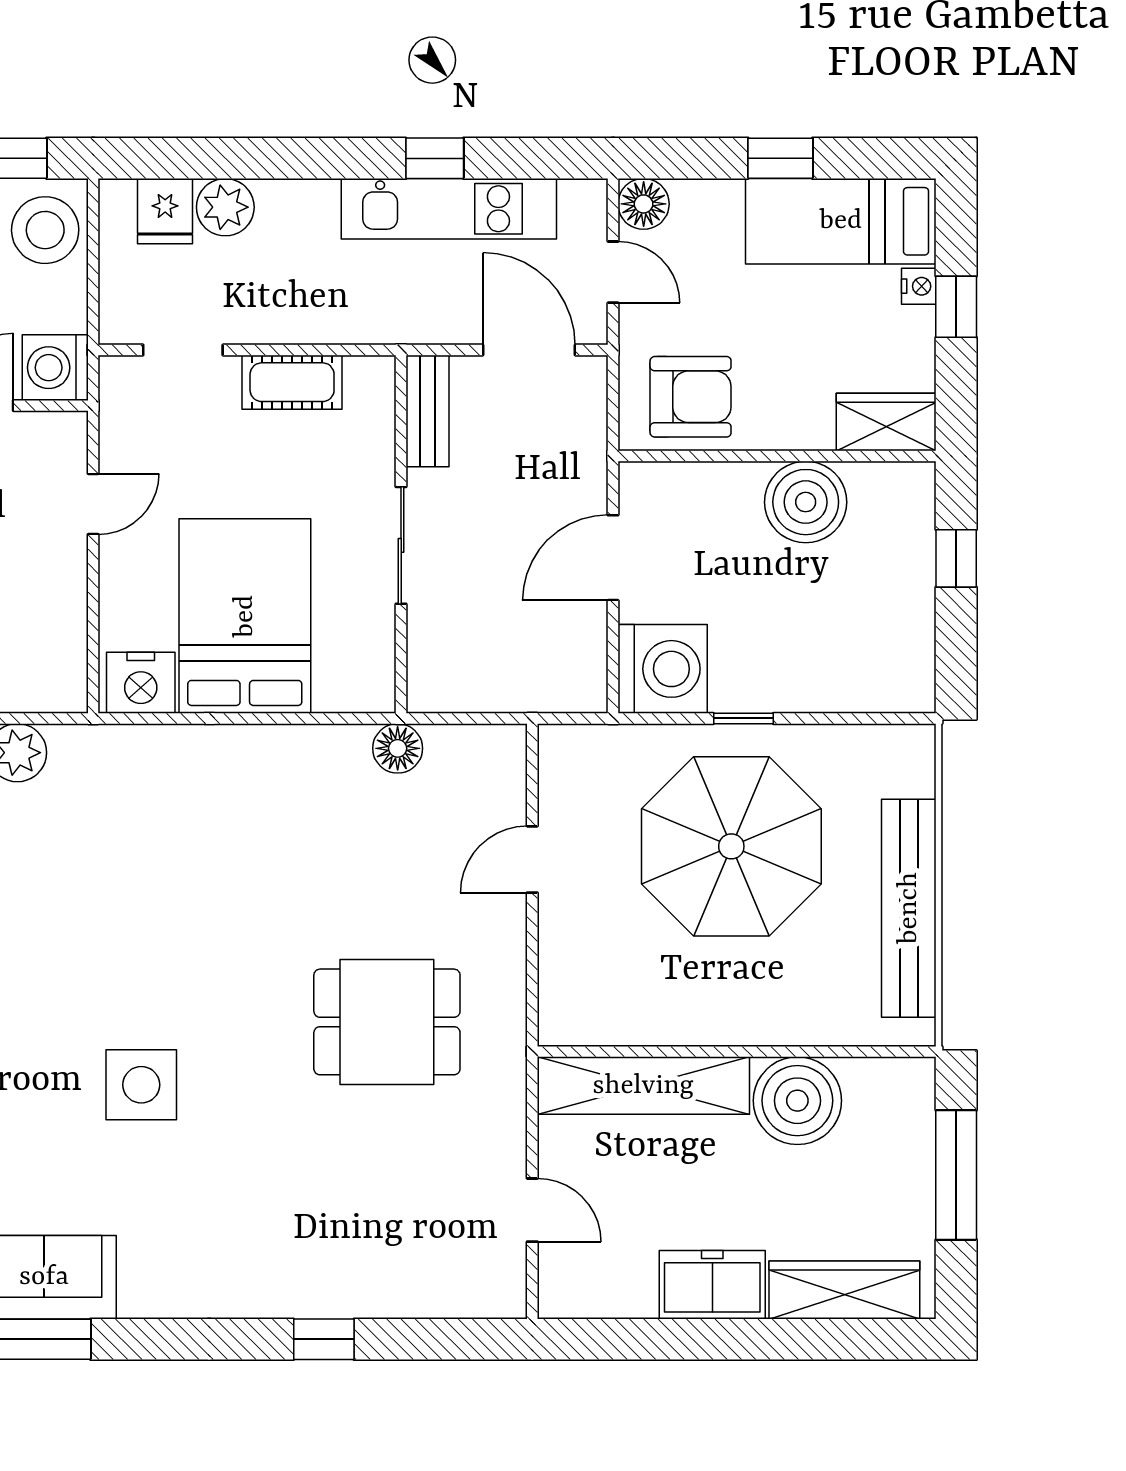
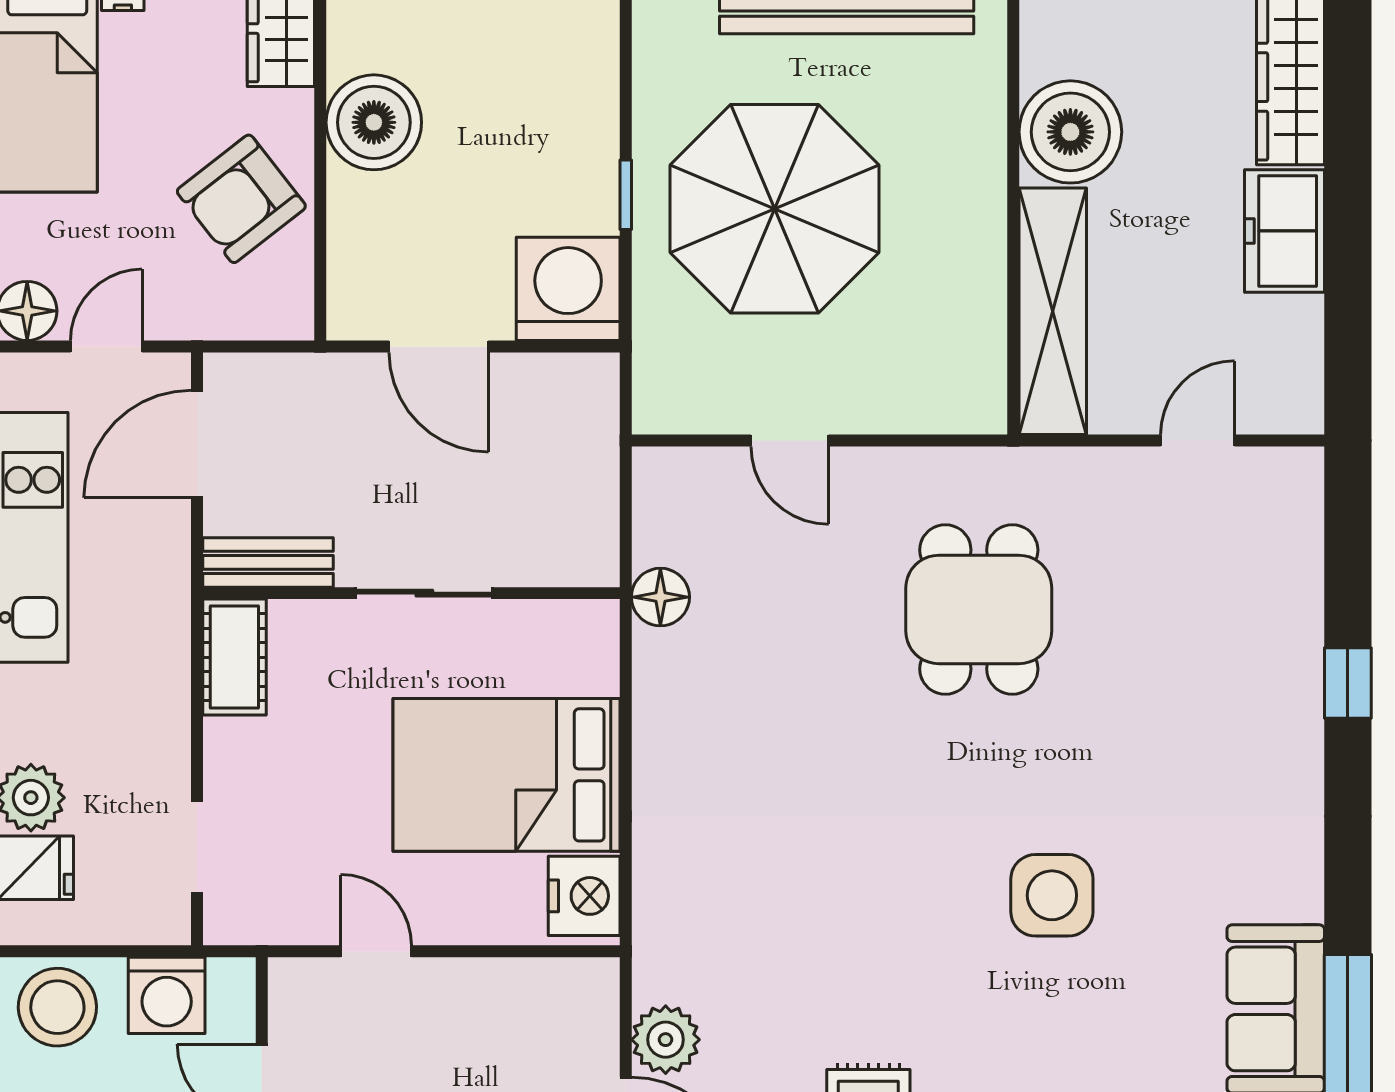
washing machine: (55, 368) -> (167, 995), moved
cot: (292, 382) -> (234, 657), moved
armchair: (691, 397) -> (241, 199), moved, turned -128

